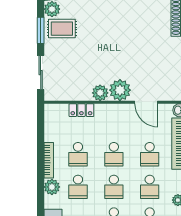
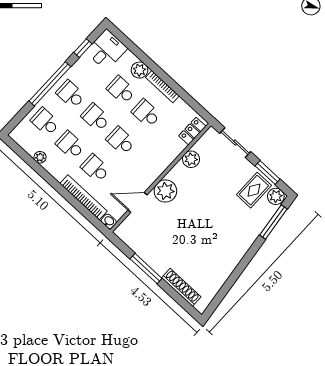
plant: (100, 93) -> (191, 159), moved
locker: (81, 110) -> (192, 131), moved

